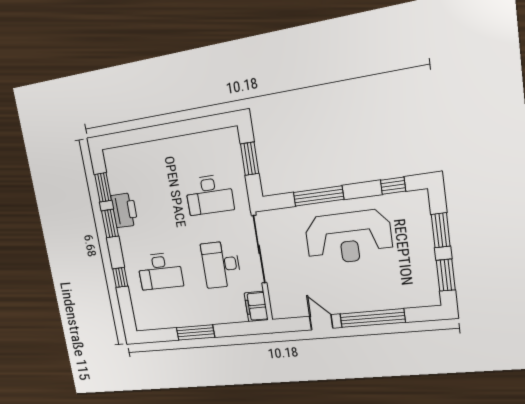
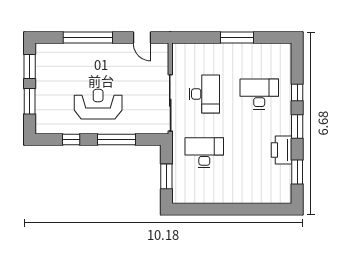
window: (393, 186) -> (71, 139), moved
window: (110, 224) -> (297, 127), moved
reception desk: (348, 237) -> (98, 104), width x0.74, depth x0.77
filing cabinet: (256, 306) -> (180, 55), removed
door: (321, 322) -> (142, 37), moved

